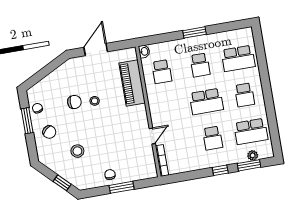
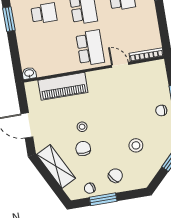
school desk: (162, 72) -> (90, 48), moved, width x1.85
shelving: (58, 77) -> (56, 166), added

